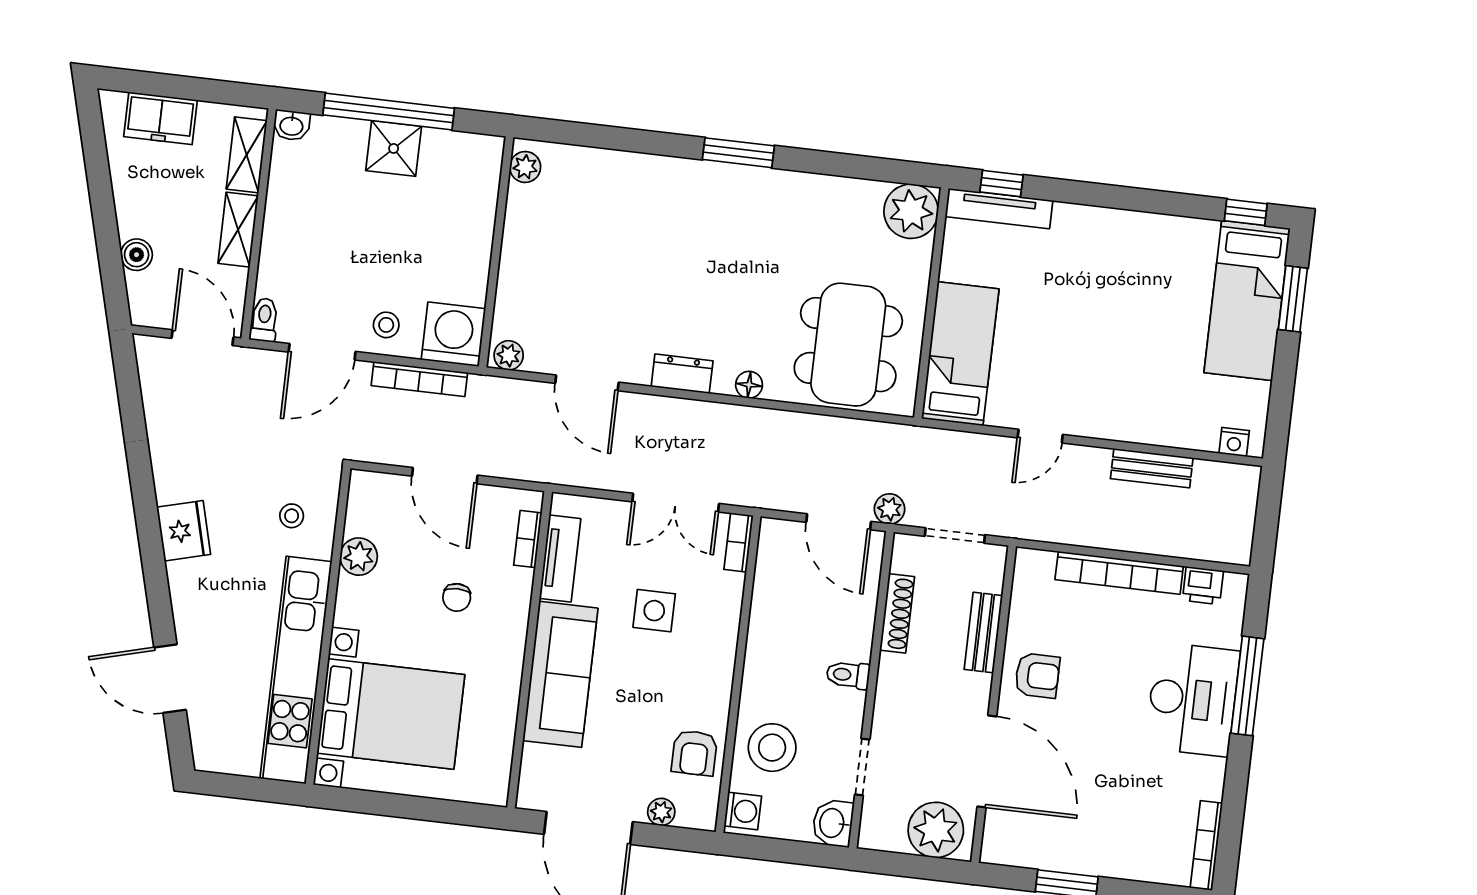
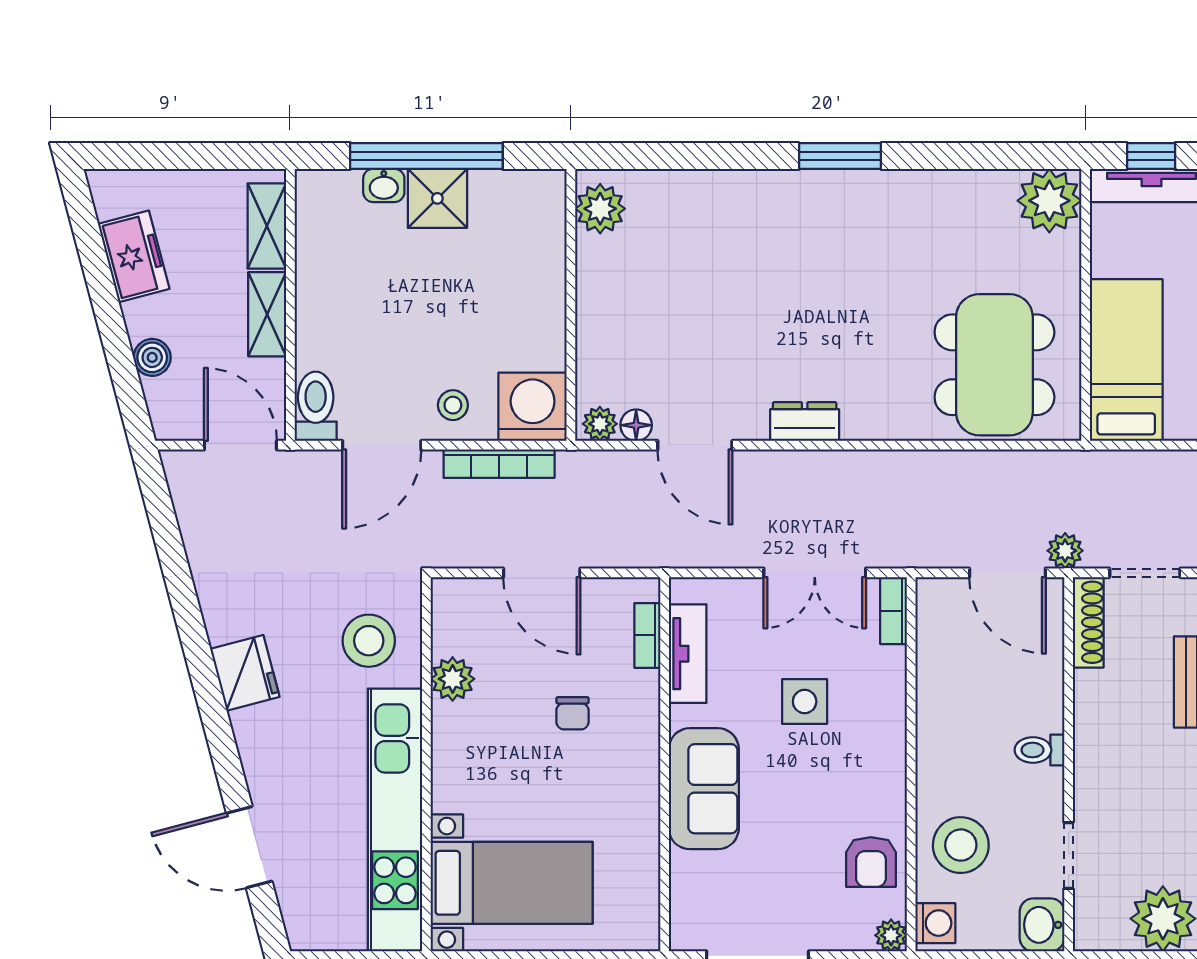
freezer: (160, 118) -> (134, 256), moved, turned -105
washbasin: (291, 125) -> (384, 185), moved
plant: (525, 167) -> (600, 209), width x1.38, depth x1.38
toilet: (264, 320) -> (316, 406), width x1.37, depth x1.39
floor lamp: (749, 385) -> (636, 425), moved
stool: (292, 516) -> (369, 641), width x1.89, depth x1.89
shoe rack: (897, 613) -> (1088, 622), moved
sofa: (560, 674) -> (704, 789), width x0.73
bed with nightstands: (391, 714) -> (512, 883), width x0.73
plant: (661, 812) -> (891, 935), moved

